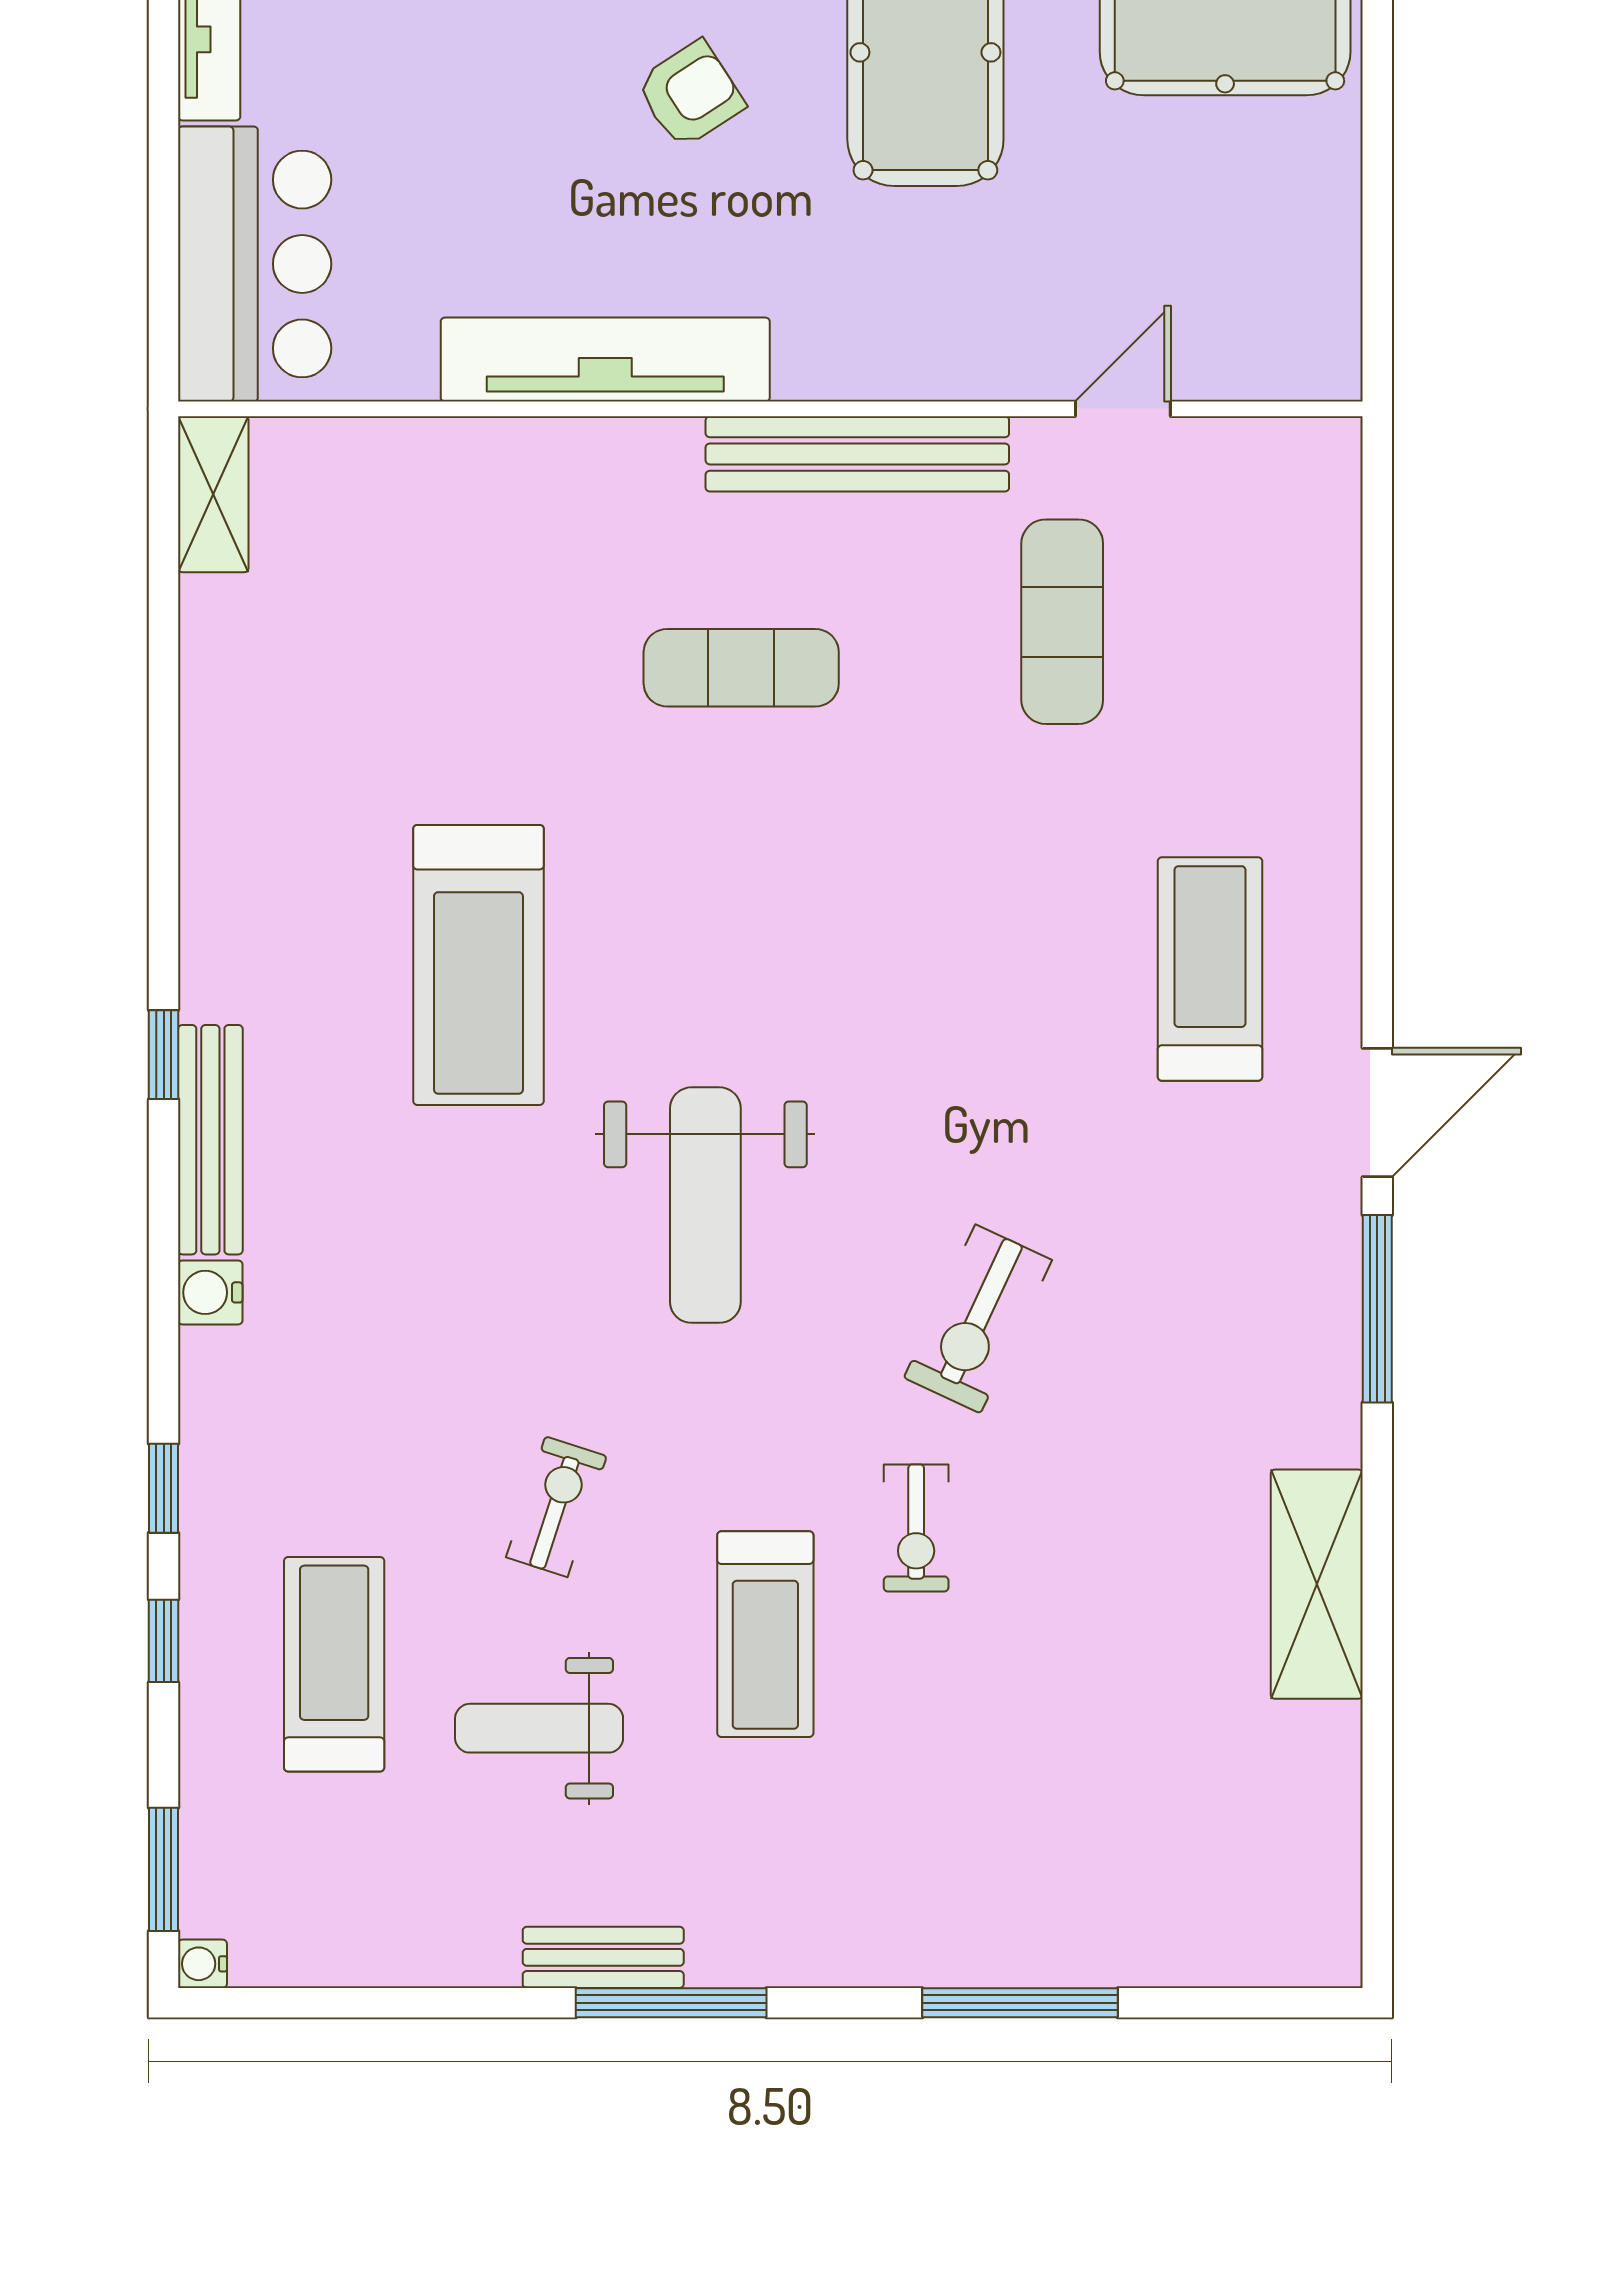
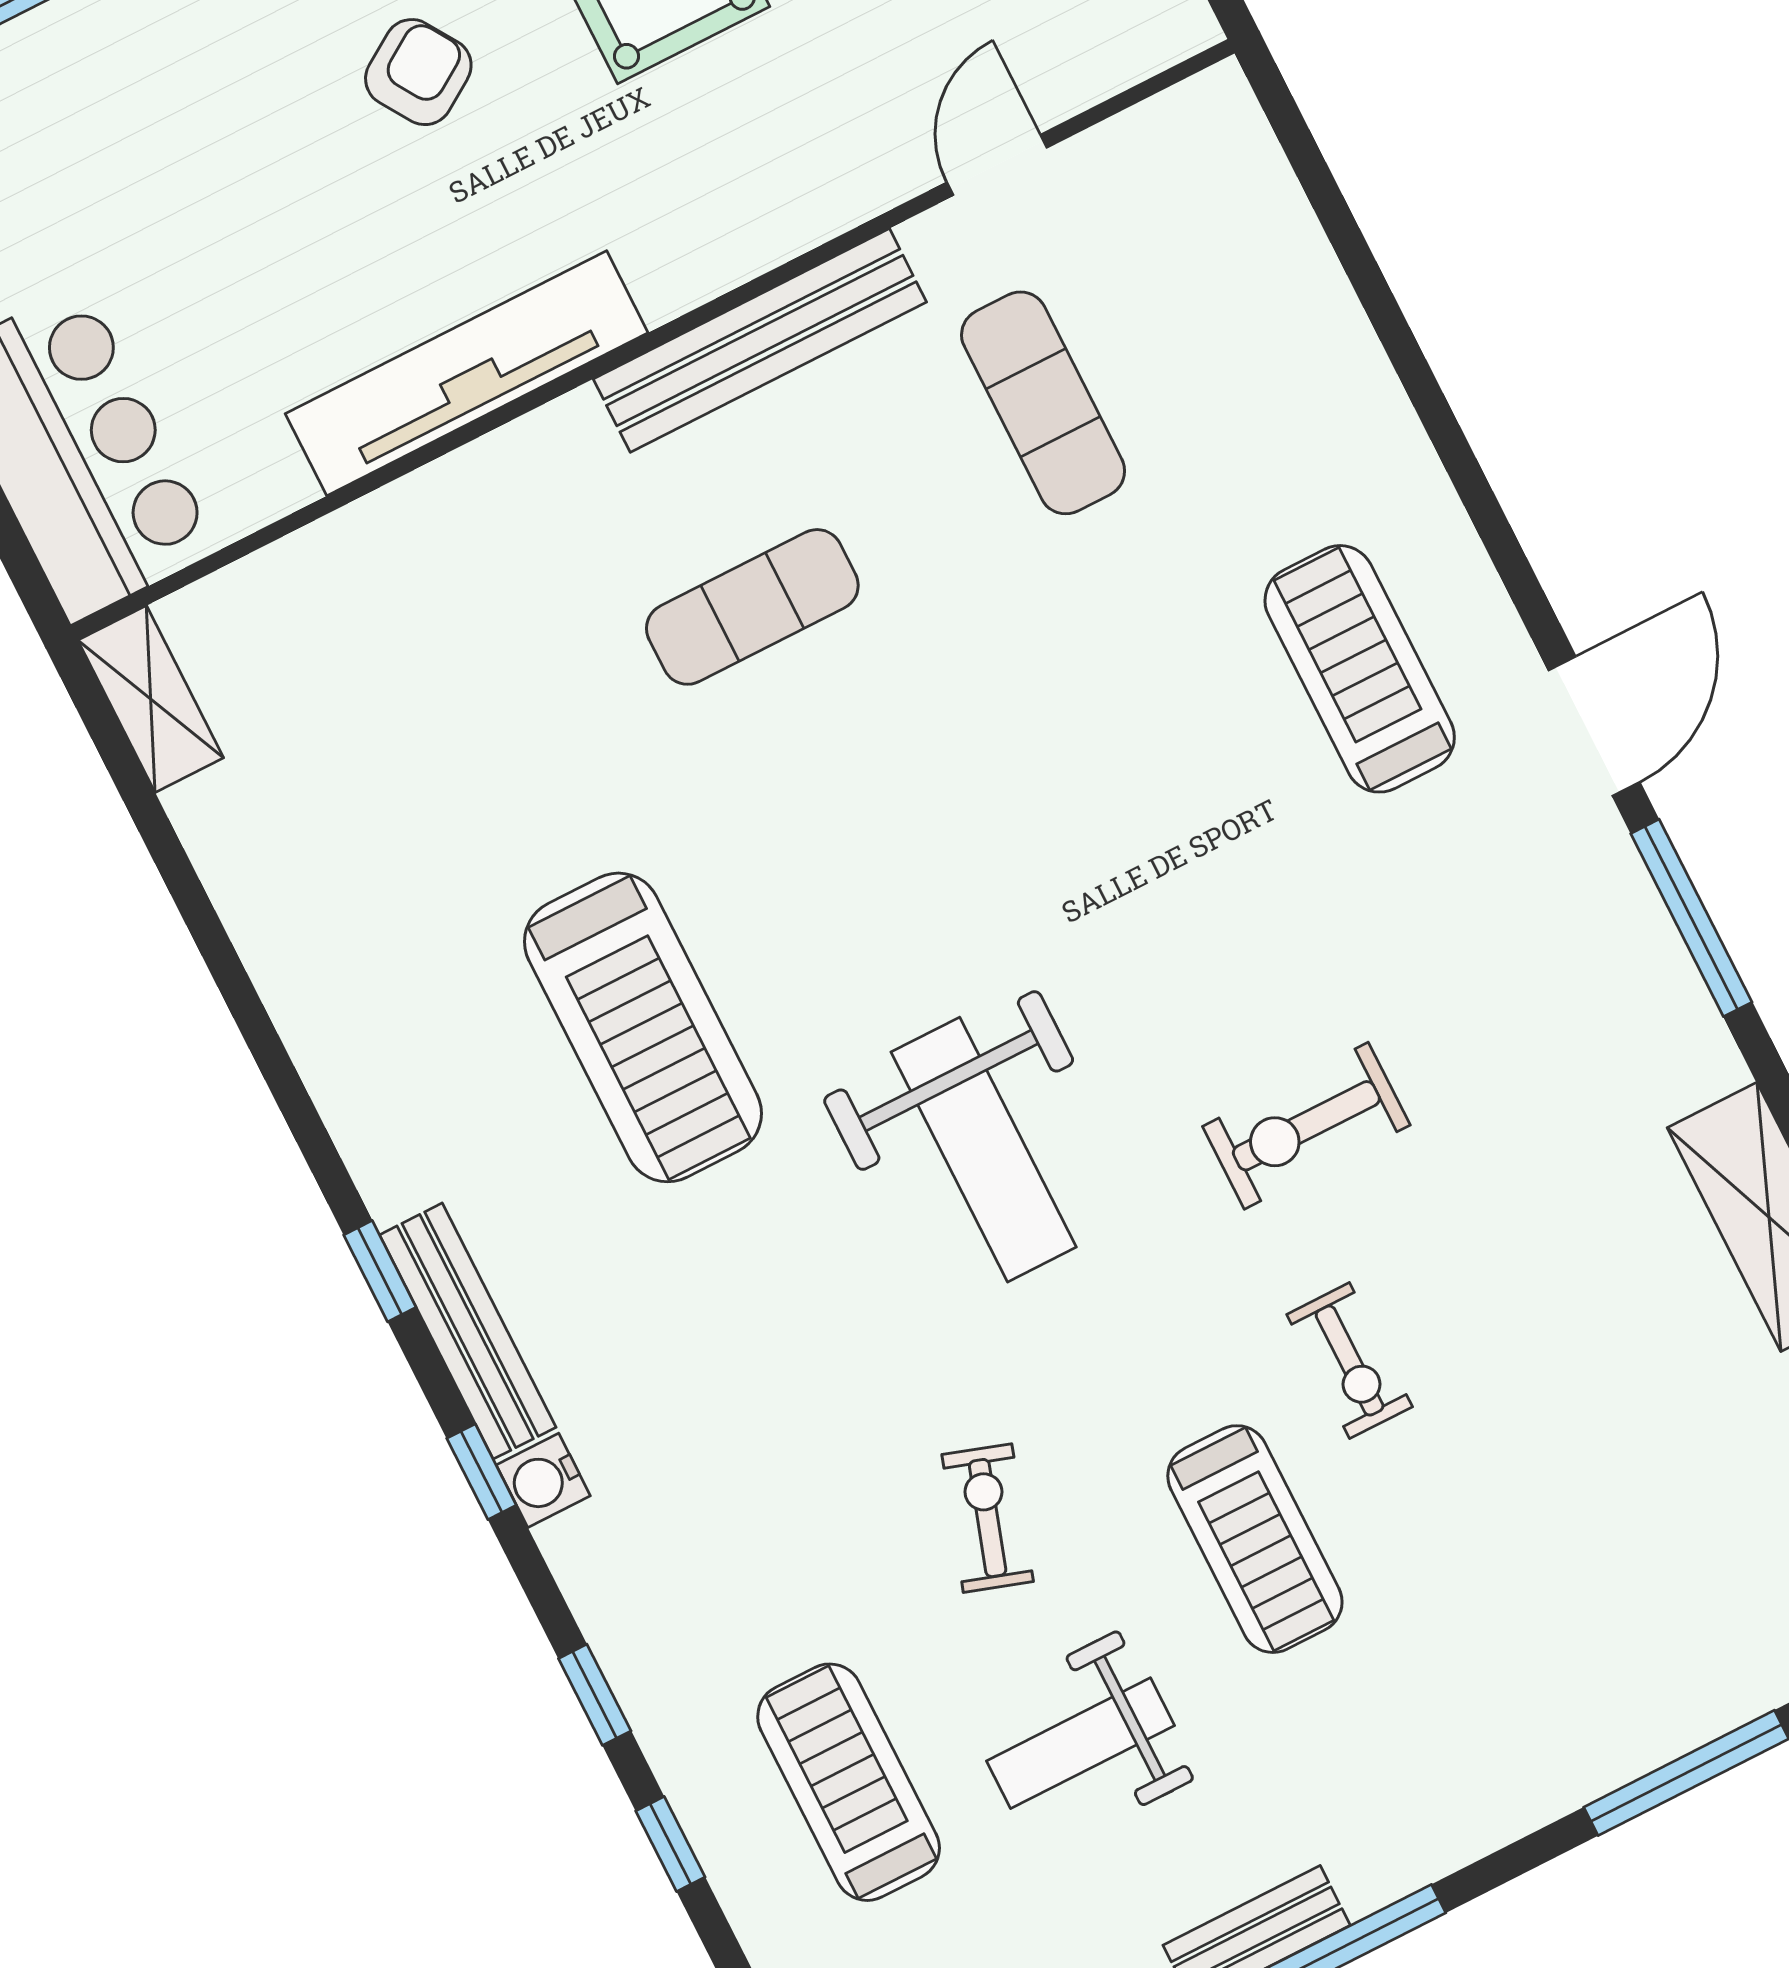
window: (164, 1260) -> (482, 1472), added
exercise bike: (978, 1319) -> (1306, 1126), turned 65

